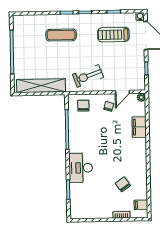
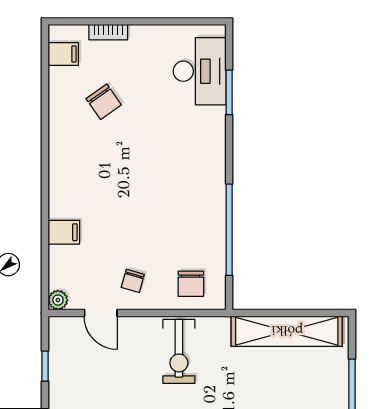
exercise bike: (88, 76) -> (179, 351), turned 110
door: (122, 92) -> (101, 313), swing flipped
filing cabinet: (139, 127) -> (64, 232), width x0.50
desk: (81, 168) -> (200, 71), moved

